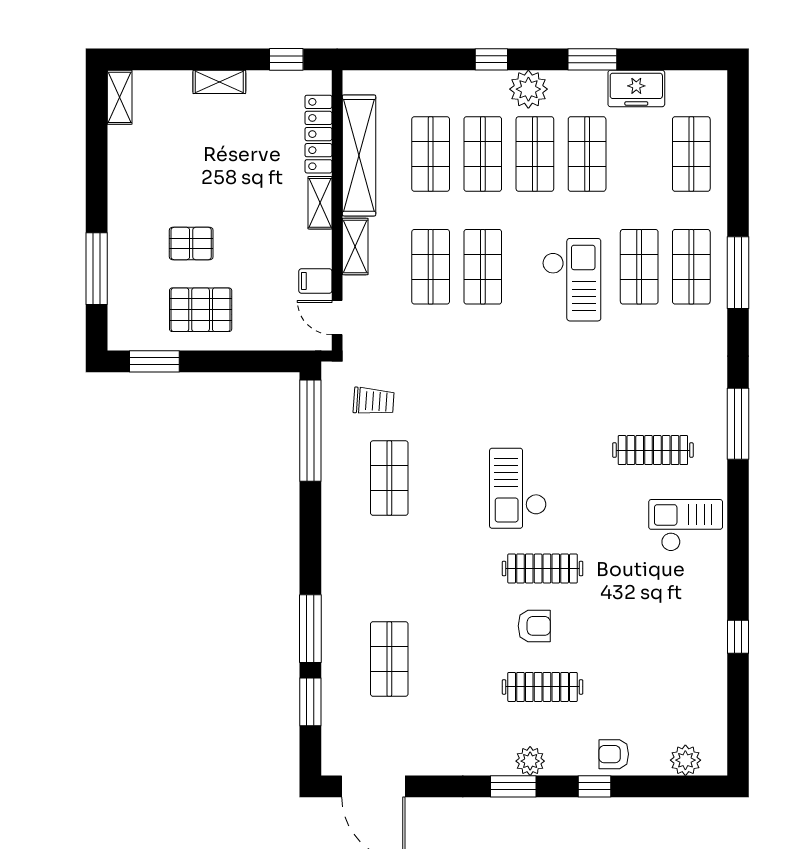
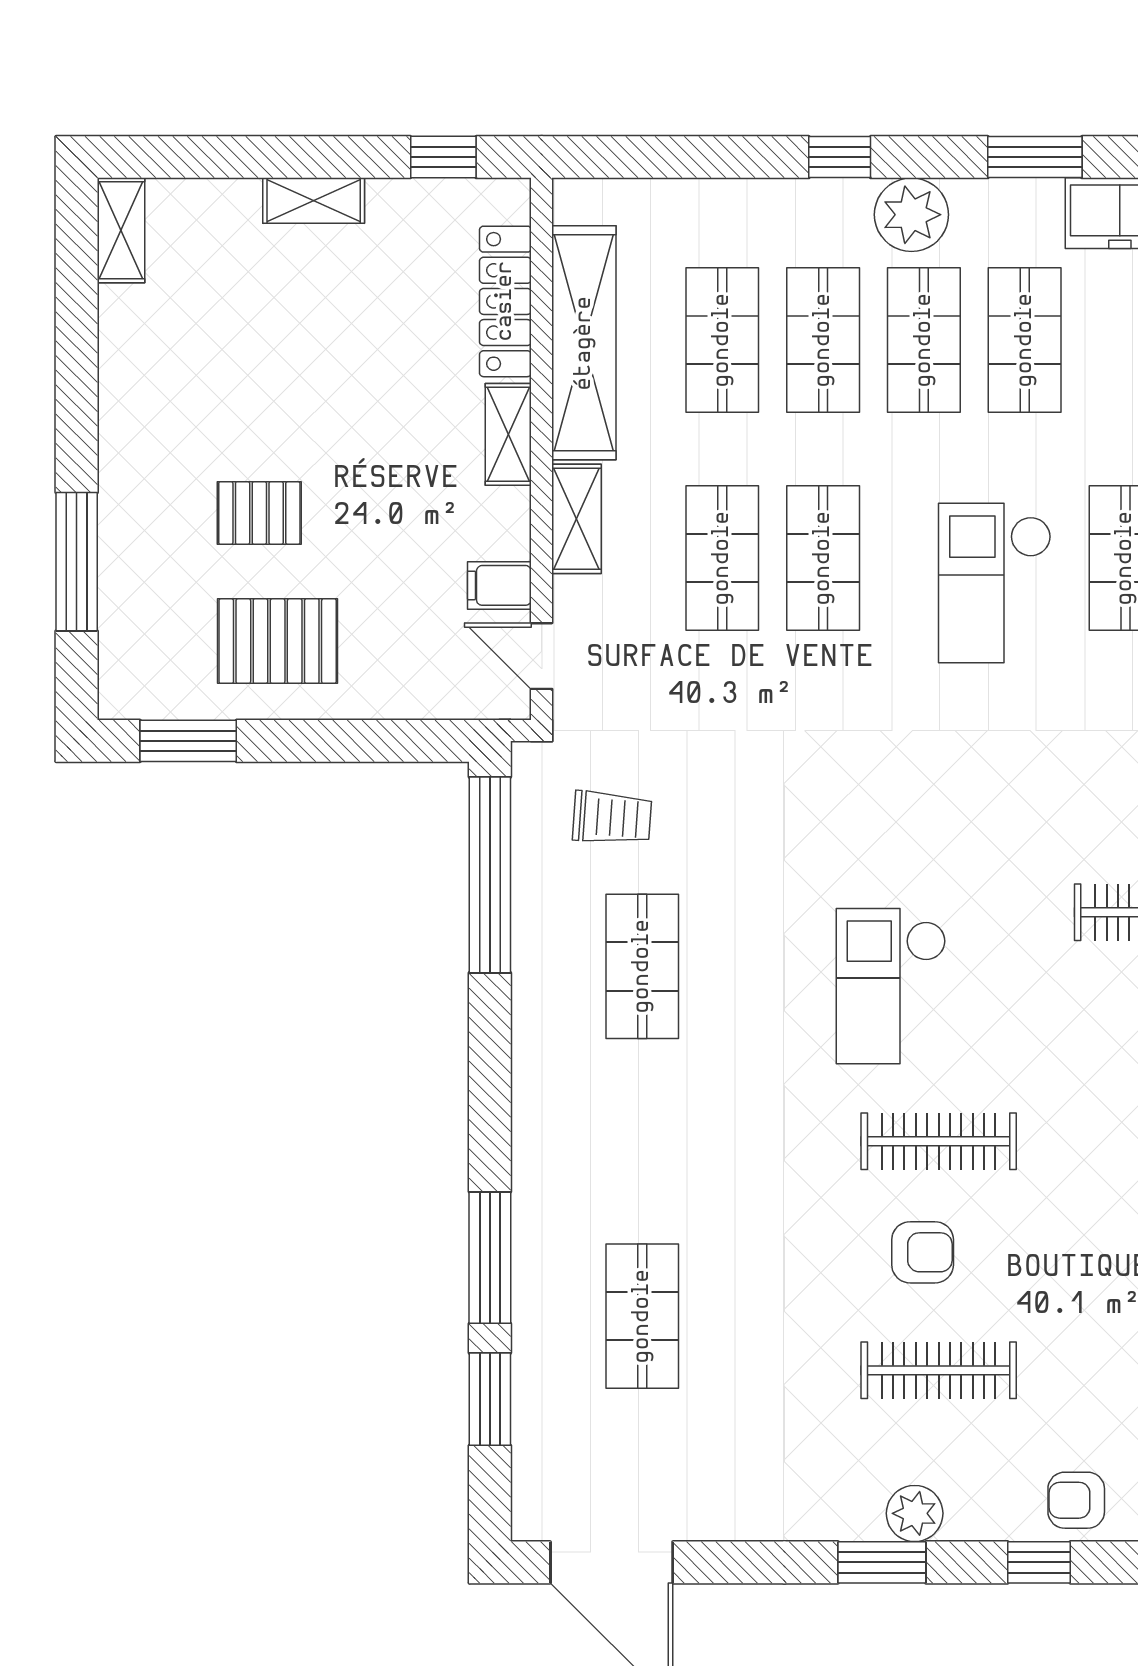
checkout: (572, 280) -> (995, 583), turned 180

